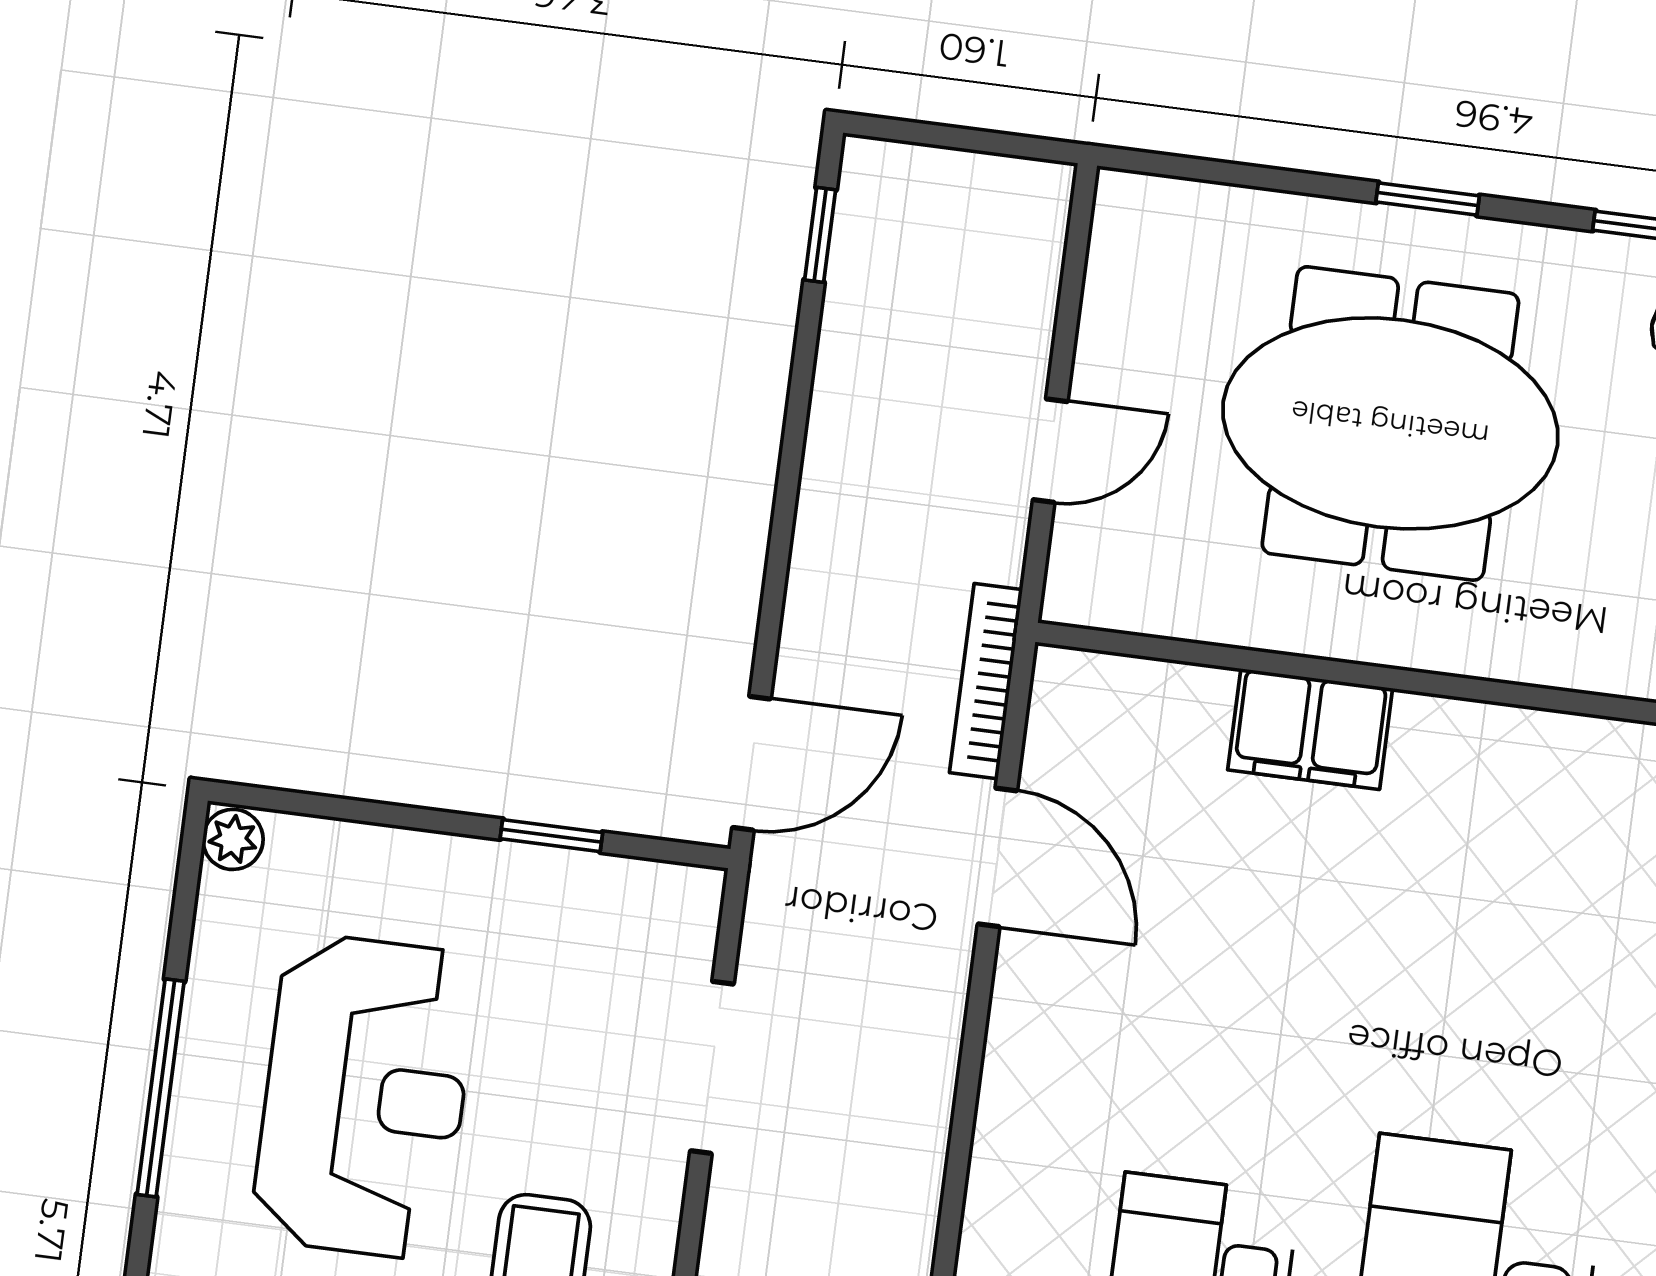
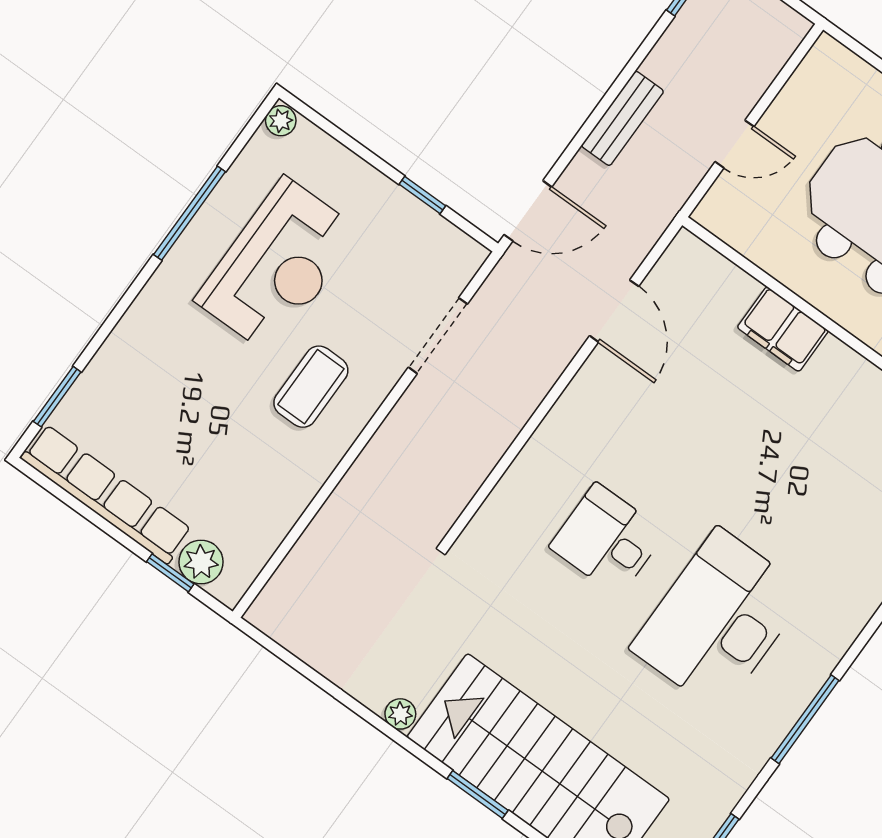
bench: (830, 512) -> (623, 118), added
bookcase: (986, 681) -> (651, 231), removed

